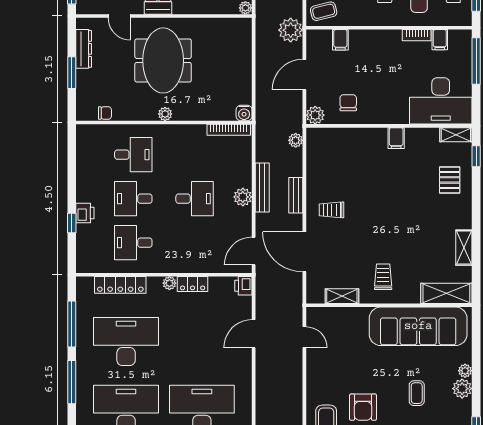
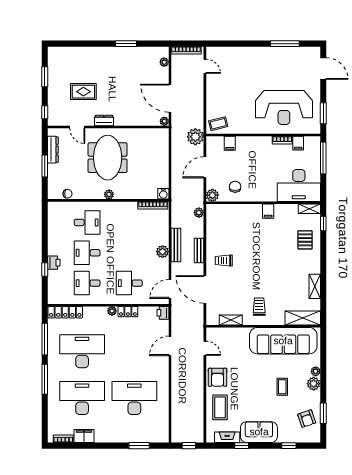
desk: (195, 199) -> (129, 283), moved, turned 180
locker: (120, 285) -> (65, 312), moved
armchair: (363, 407) -> (218, 377), moved

